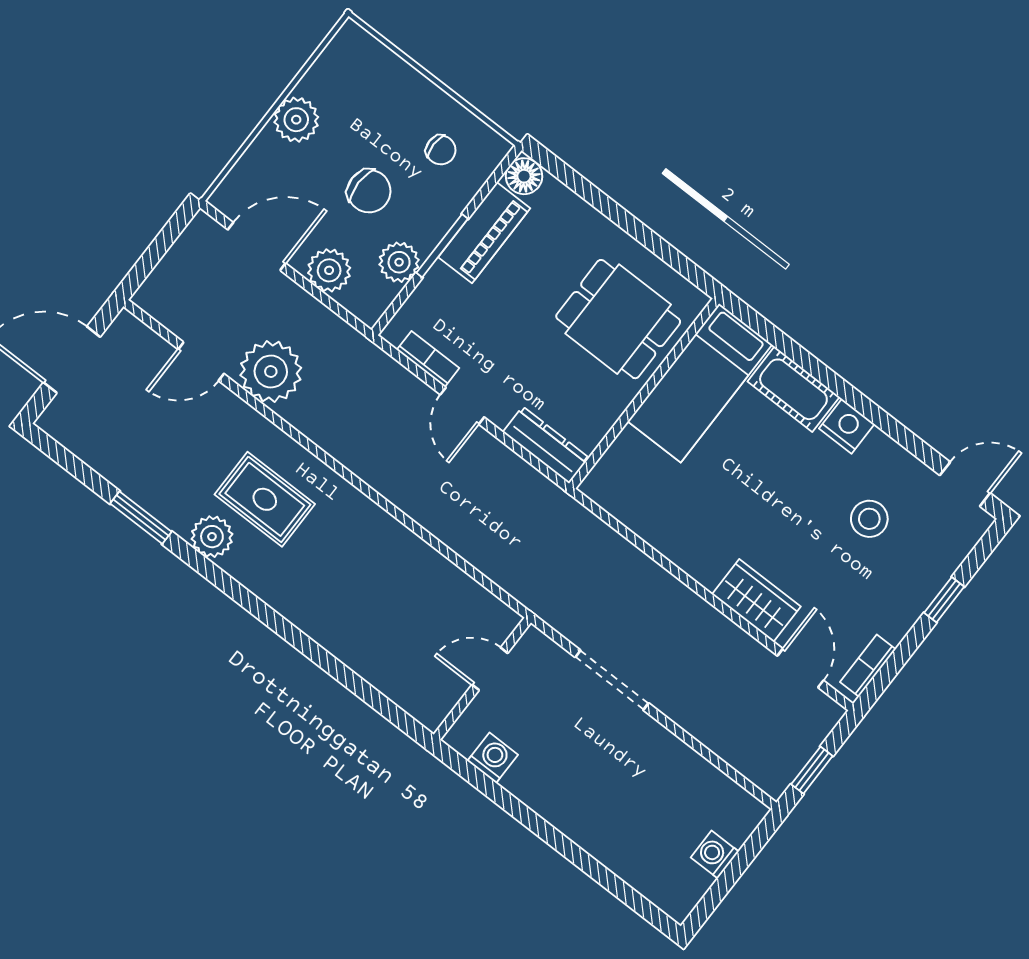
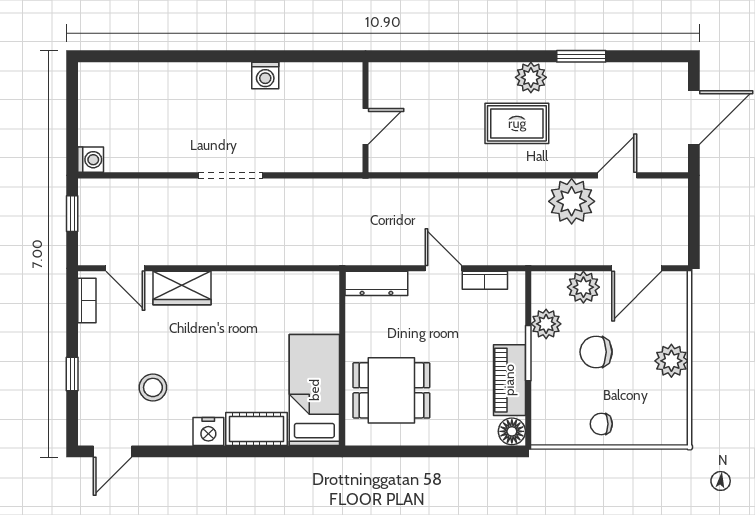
chair: (441, 150) -> (601, 424), moved
door: (490, 669) -> (366, 126), moved
wall: (482, 679) -> (366, 117), moved
washing machine: (715, 855) -> (91, 160), moved

